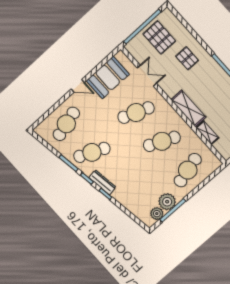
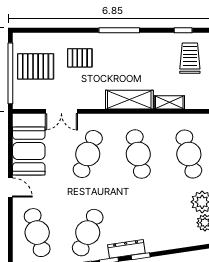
double door: (147, 76) -> (61, 111), swing flipped
door: (78, 86) -> (10, 188), hinge flipped
cafe table: (162, 141) -> (138, 154), turned -36

